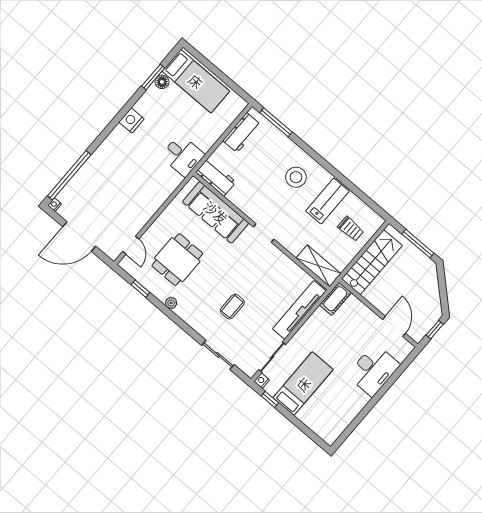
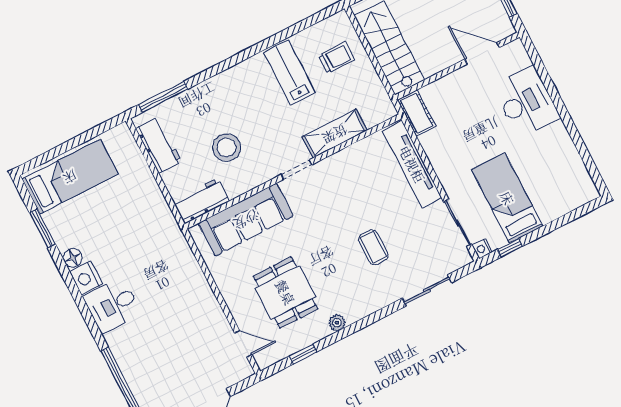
floor lamp: (162, 82) -> (73, 258), moved
desk: (183, 156) -> (113, 305), moved, turned 180
stool: (296, 177) -> (226, 148), moved
shelving: (319, 266) -> (335, 134), moved

